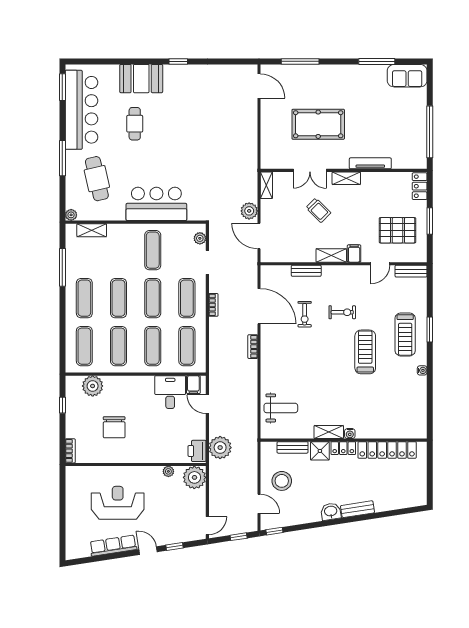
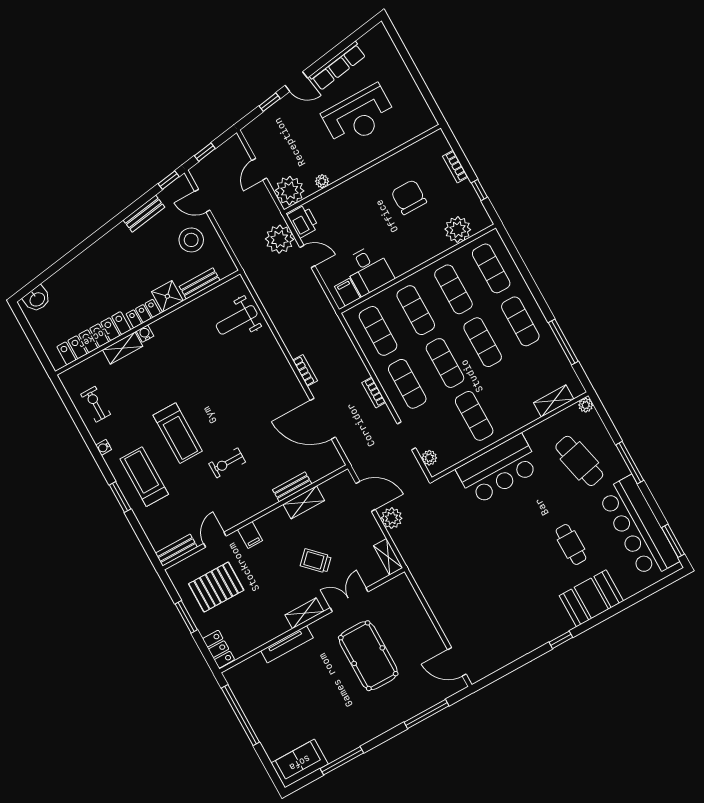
pool table: (318, 124) -> (368, 656), turned 90
shelving: (331, 255) -> (304, 502), moved
exercise bike: (305, 314) -> (96, 404), moved
door: (207, 404) -> (307, 256), moved
shelving: (329, 432) -> (123, 348), moved
bookcase: (70, 451) -> (455, 167), moved
bench: (358, 509) -> (144, 214), moved
washbasin: (331, 511) -> (37, 299), moved
door: (207, 526) -> (259, 169), moved

